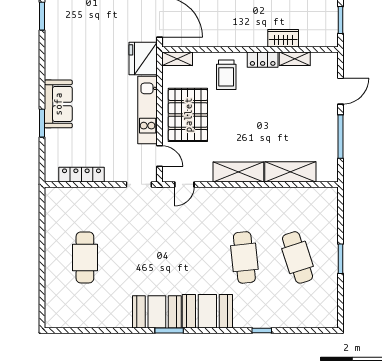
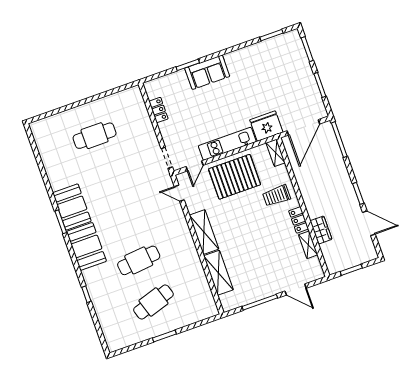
locker: (81, 175) -> (158, 110), width x0.66

